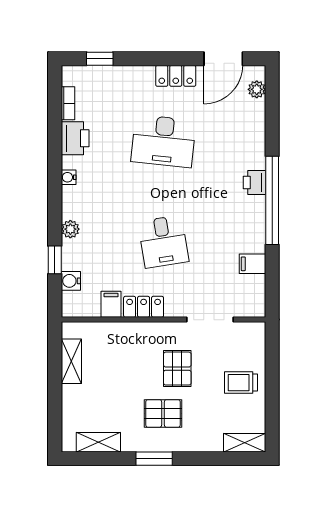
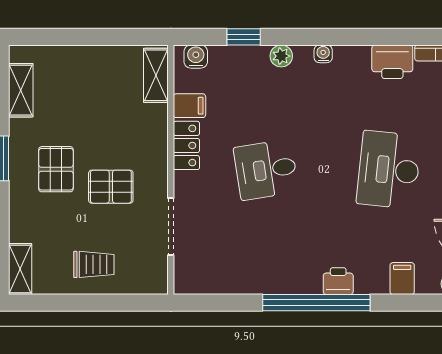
water cooler: (69, 177) -> (323, 54), moved
filing cabinet: (252, 264) -> (402, 279), moved
water cooler: (71, 281) -> (196, 57), moved
shelving: (71, 361) -> (156, 75), moved, turned 90
trolley: (241, 383) -> (94, 264), turned 90

